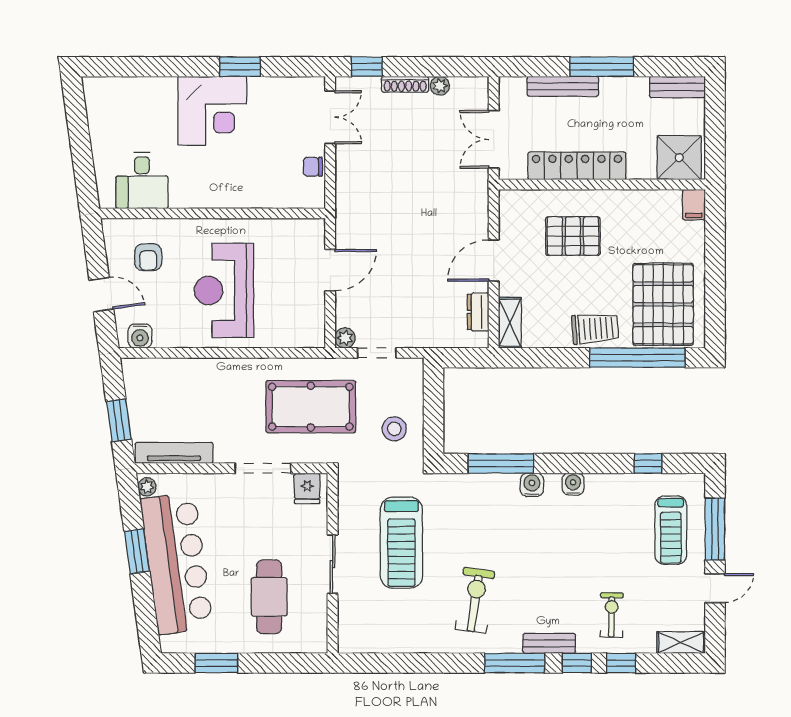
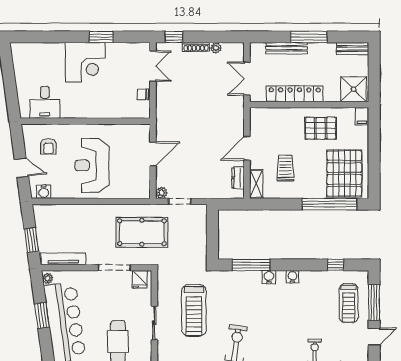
pallet: (573, 236) -> (321, 128), moved
trolley: (595, 329) -> (285, 168), moved, turned -86
stool: (394, 429) -> (190, 245), removed

